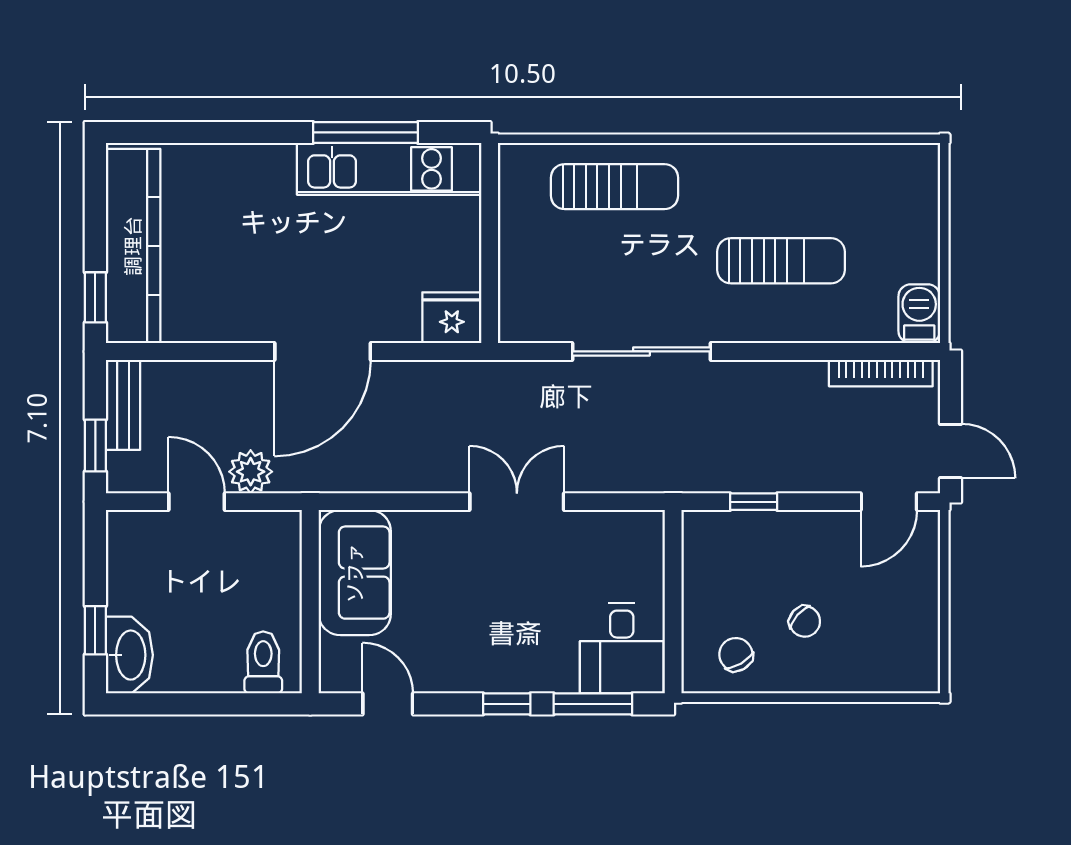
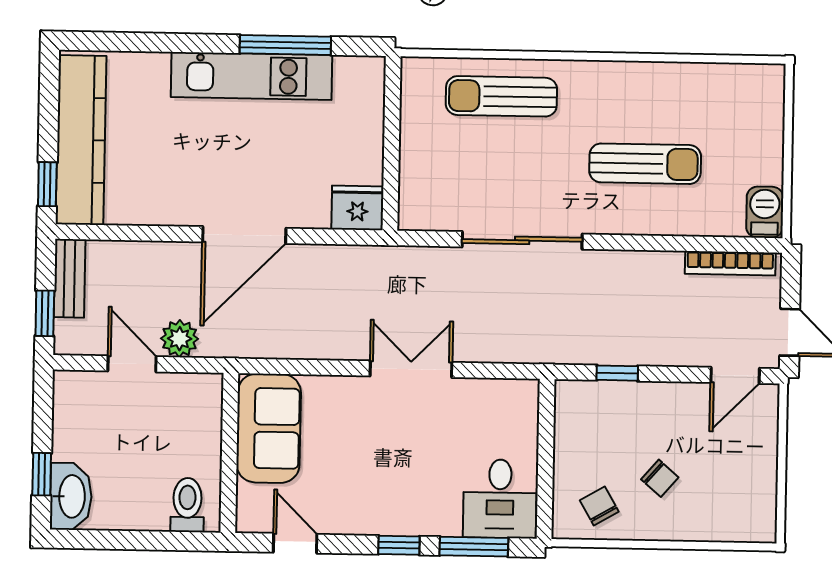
kitchen unit: (389, 169) -> (252, 76), moved
sun lounger: (615, 187) -> (501, 96), turned 180

